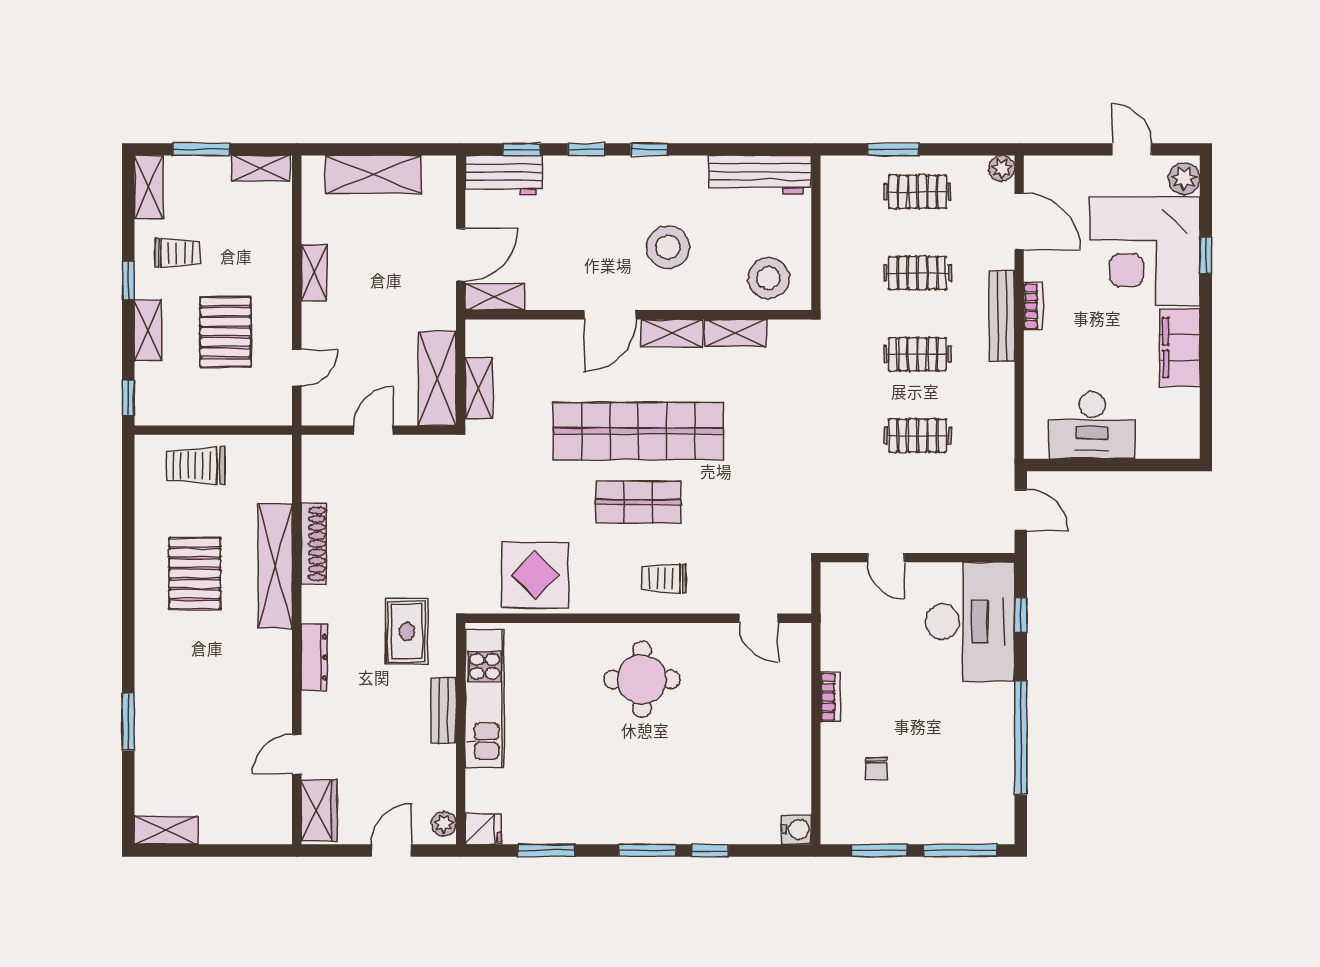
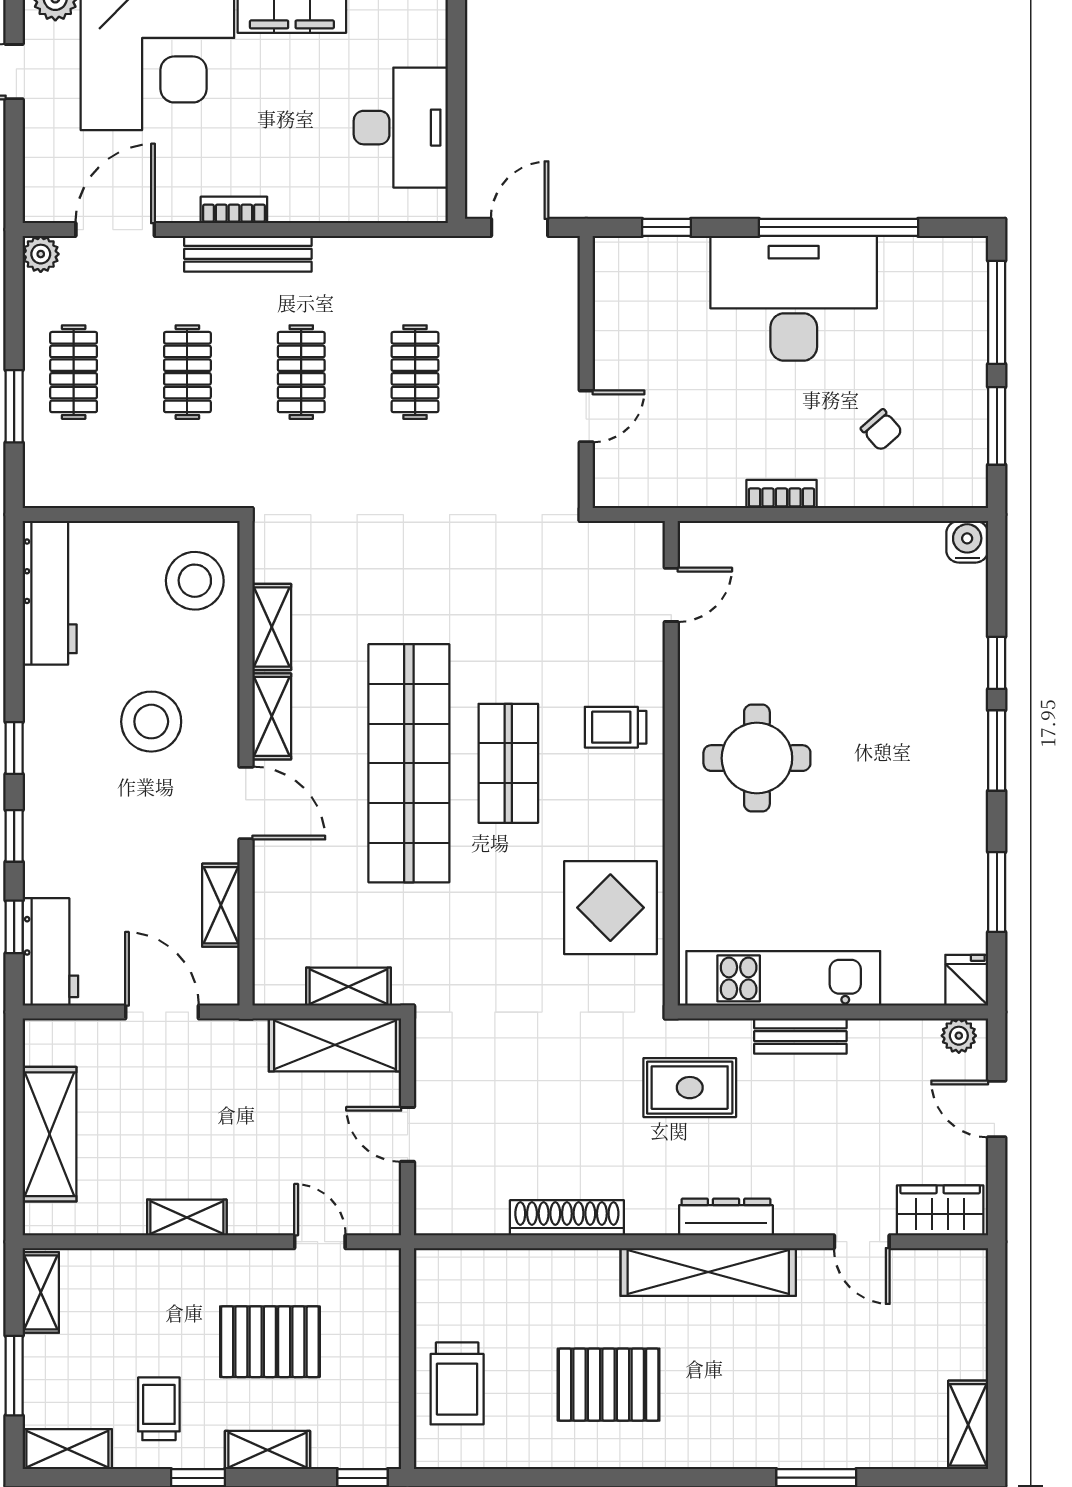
shelving: (495, 297) -> (221, 905), moved
shelving: (275, 566) -> (708, 1272), moved
trolley: (664, 579) -> (616, 727), turned 90
desk: (970, 622) -> (794, 298), moved
chair: (876, 768) -> (882, 430), turned 49

